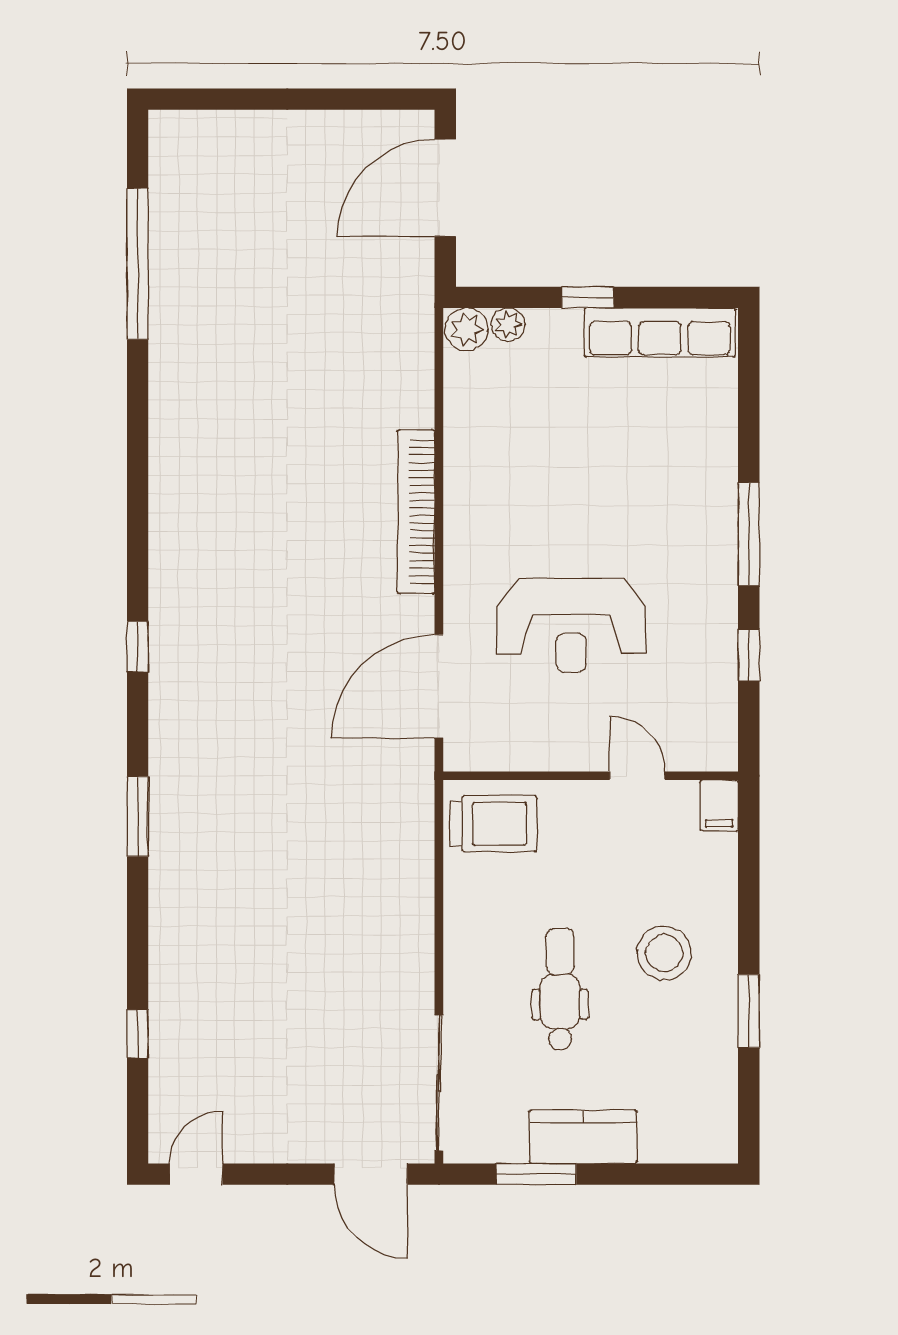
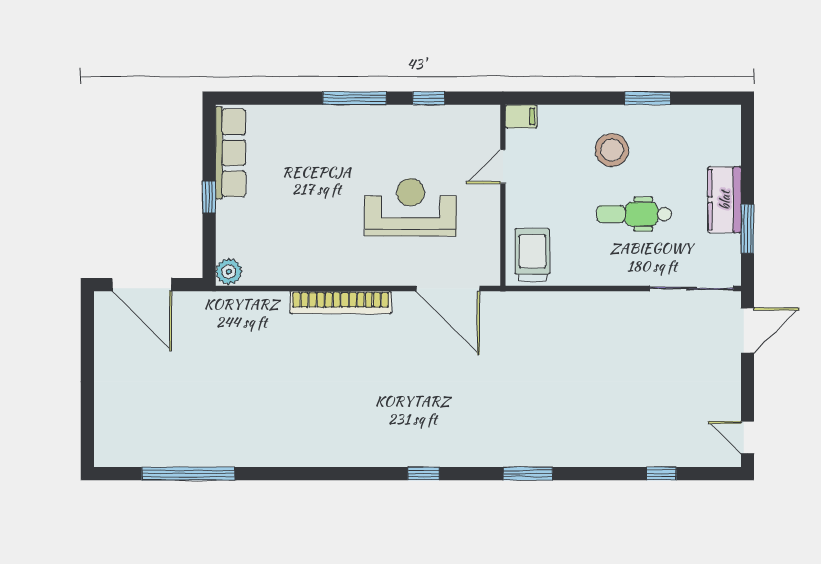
plant: (508, 325) -> (226, 246), removed
reception desk: (571, 625) -> (411, 207), turned -90

